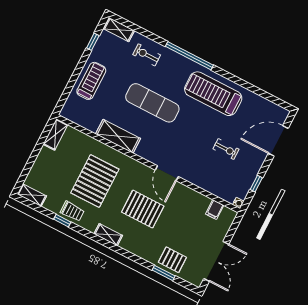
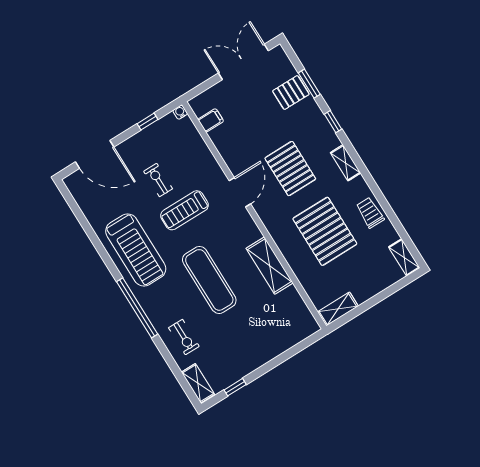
treadmill: (91, 81) -> (185, 210), moved
pallet: (95, 181) -> (325, 231), turned 90
window: (62, 221) -> (333, 122), moved
pallet: (172, 260) -> (291, 93), turned 90

